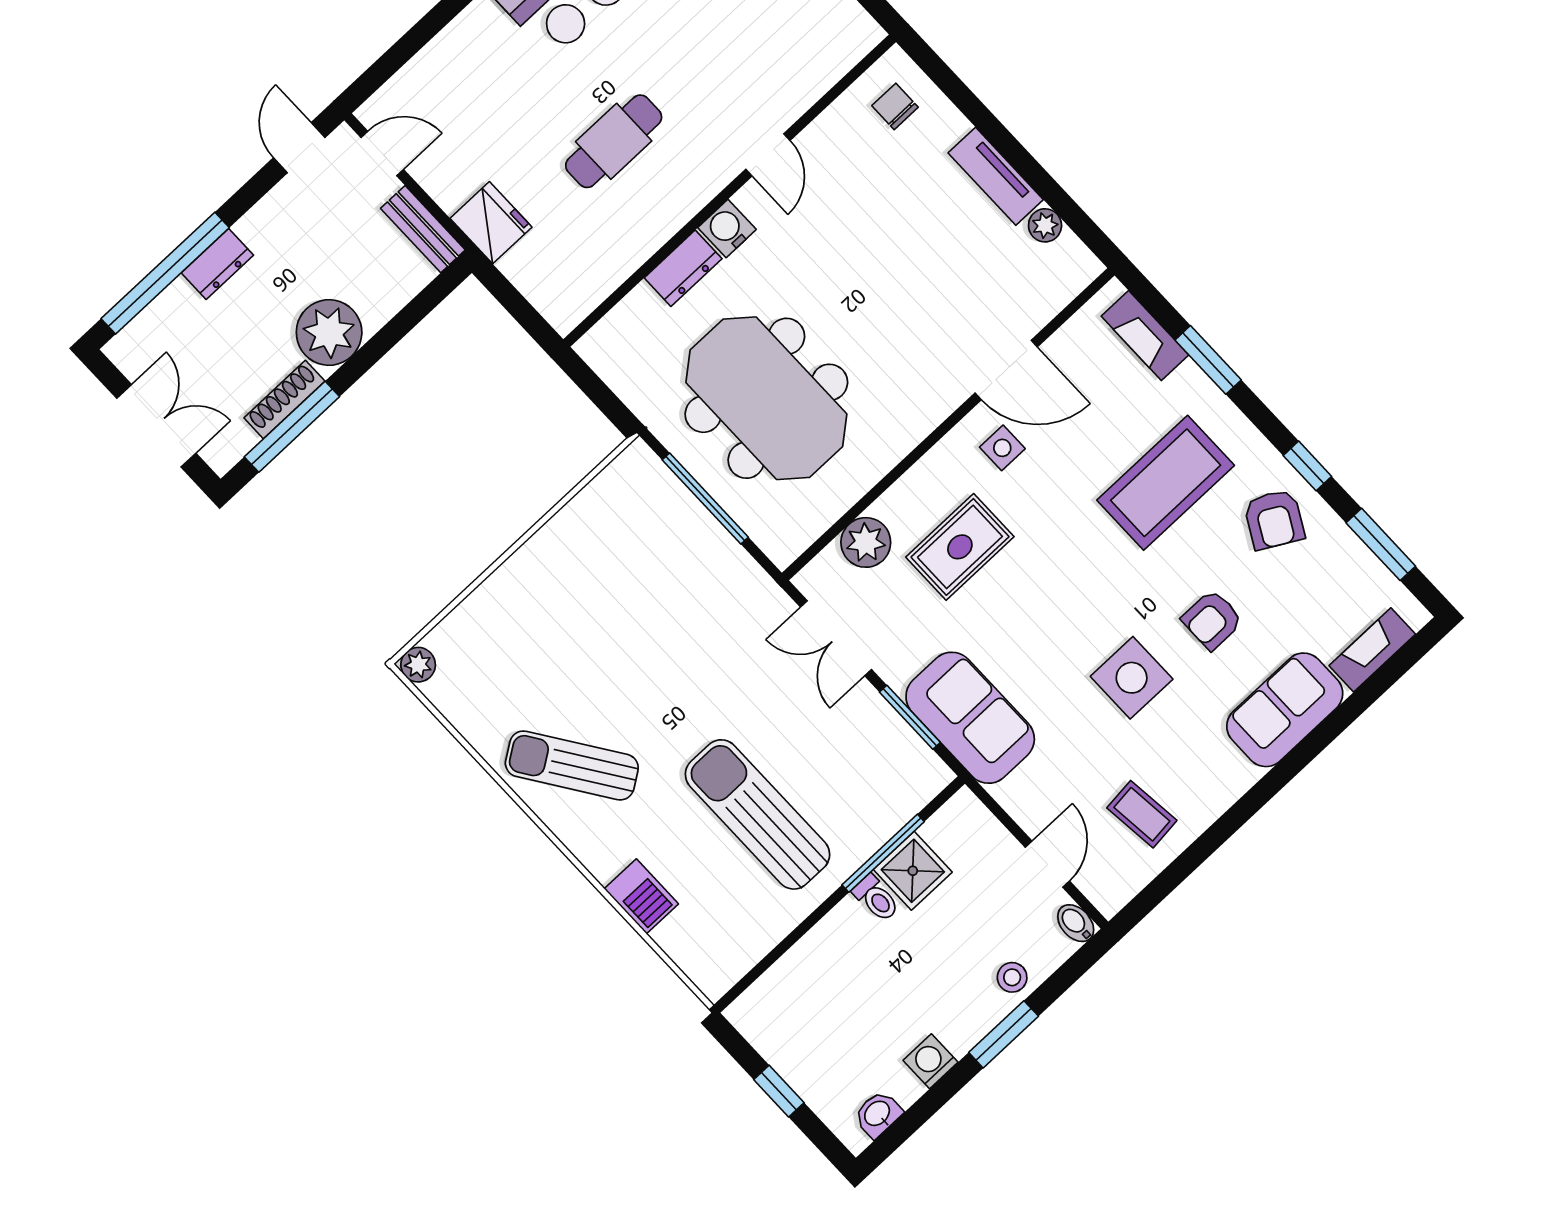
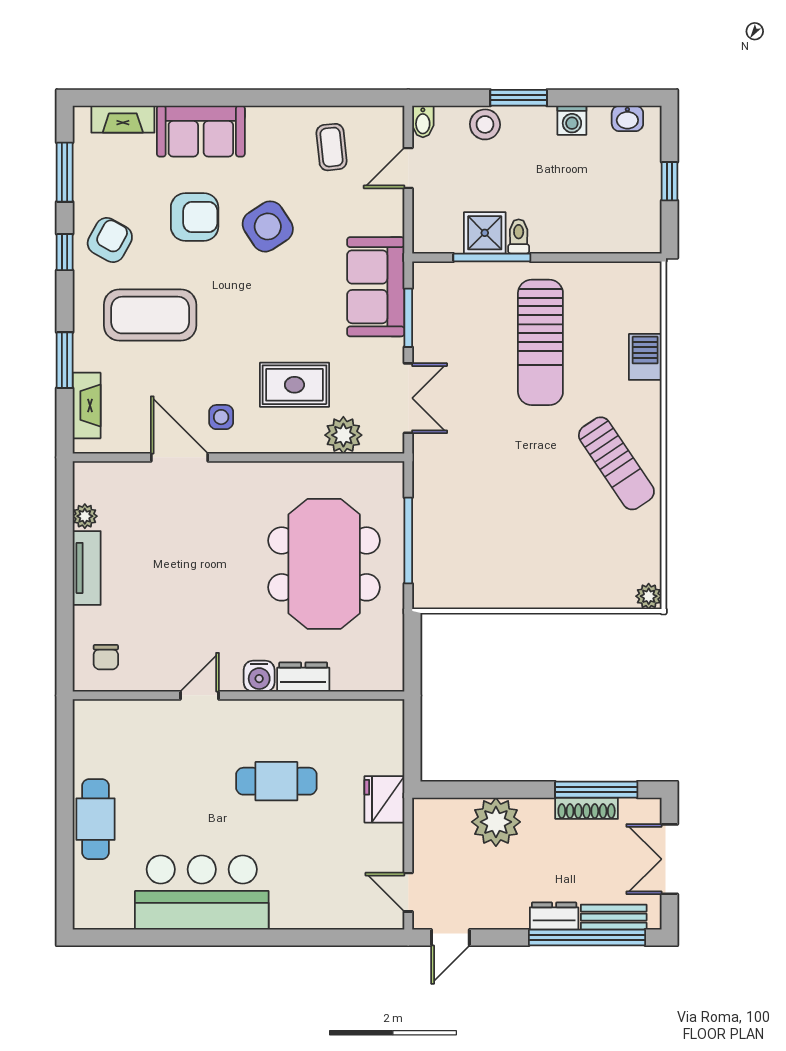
bench: (423, 229) -> (614, 917), moved, turned 90
plant: (329, 332) -> (496, 822), moved
armchair: (1212, 620) -> (195, 217), width x1.38, depth x1.38
side table: (1132, 678) -> (268, 226), turned -33
stool: (1012, 977) -> (485, 124), width x1.37, depth x1.37

